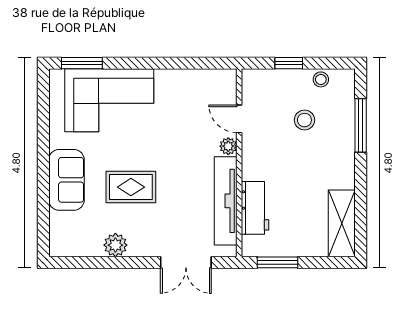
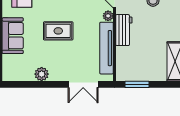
rug: (131, 187) -> (58, 31), moved
workbench: (255, 208) -> (124, 30), moved

